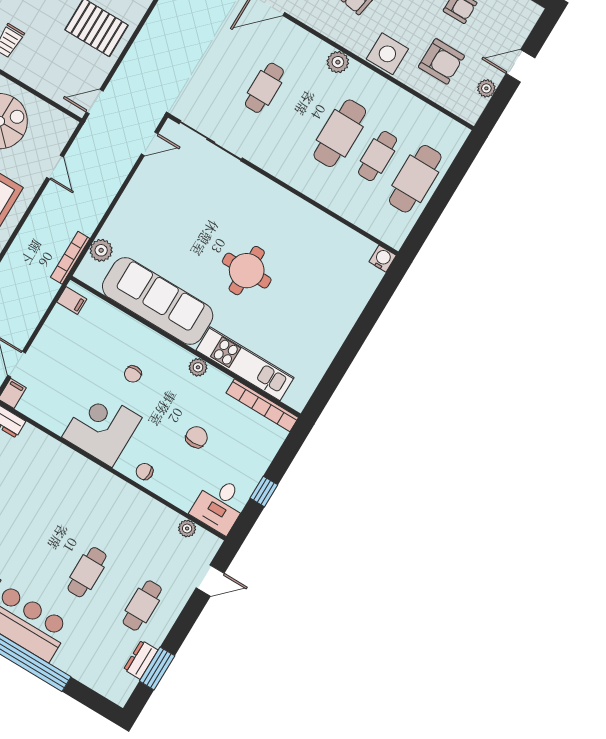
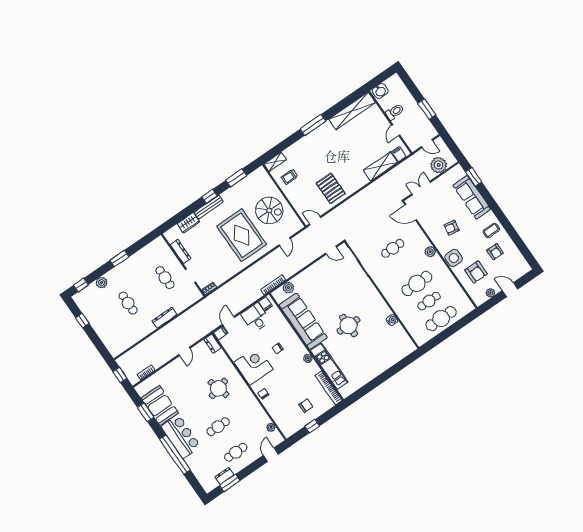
water cooler: (383, 259) -> (392, 320), moved
chair: (197, 437) -> (306, 406), moved
round table: (55, 500) -> (218, 388), added
desk: (220, 505) -> (255, 318), moved, turned 90
door: (210, 580) -> (271, 455), swing flipped

